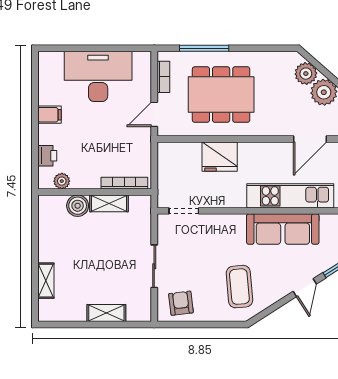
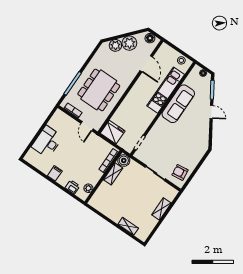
desk: (98, 76) -> (47, 142), width x0.73, depth x0.77
fridge: (220, 157) -> (113, 132), moved, turned -90
boiler: (78, 206) -> (124, 160), moved
coffee table: (239, 287) -> (191, 141), removed

